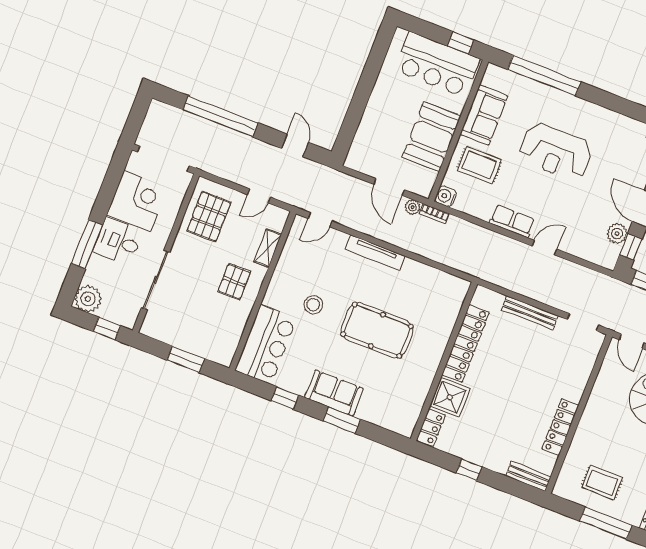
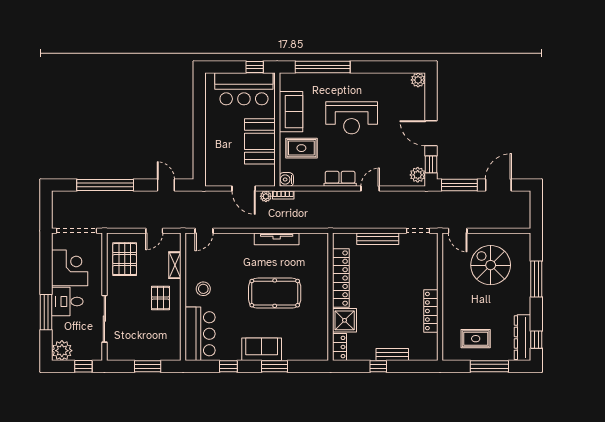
plant: (617, 234) -> (418, 175), moved
tv unit: (375, 253) -> (277, 239), moved
stool: (313, 305) -> (203, 289), moved
bench: (528, 476) -> (392, 355), moved

